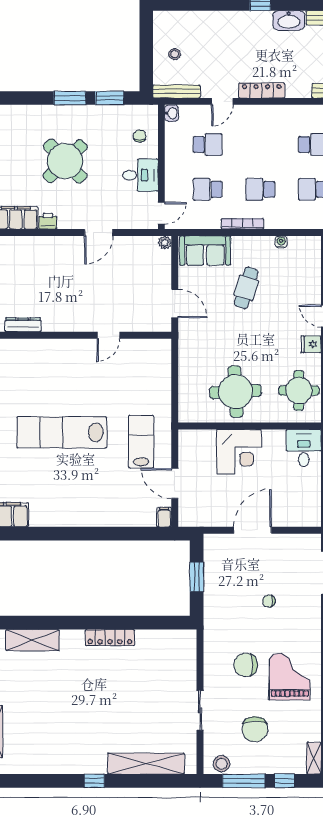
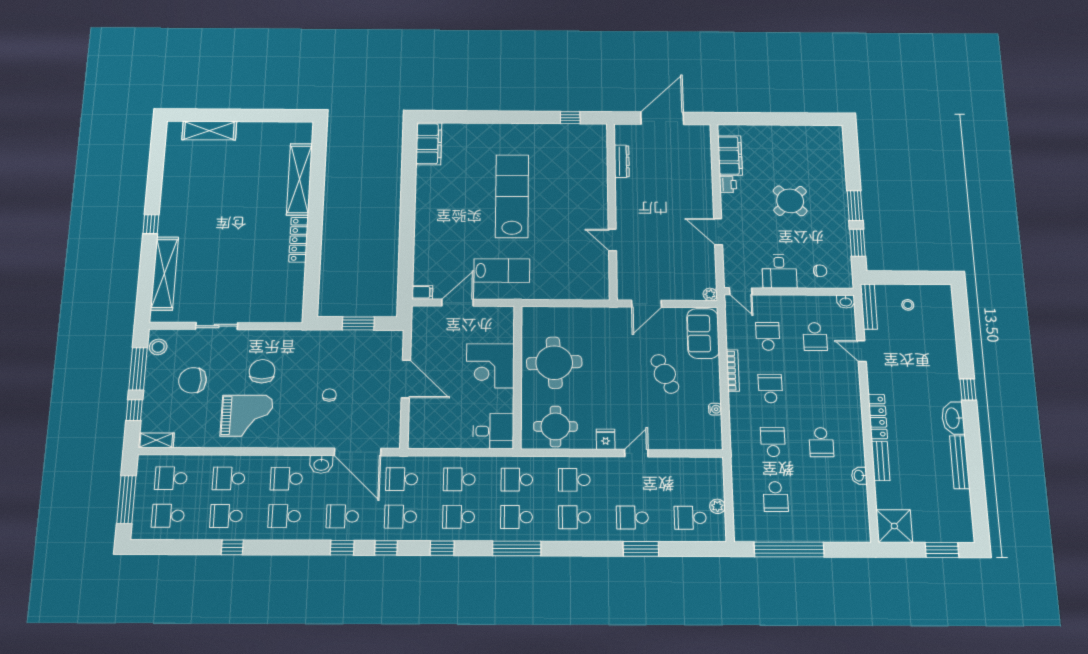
locker: (262, 90) -> (878, 416), moved
round table: (65, 161) -> (790, 201), width x0.73, depth x0.73
cafe table: (246, 288) -> (665, 374), turned 49
shelving: (32, 640) -> (299, 179), width x1.47

